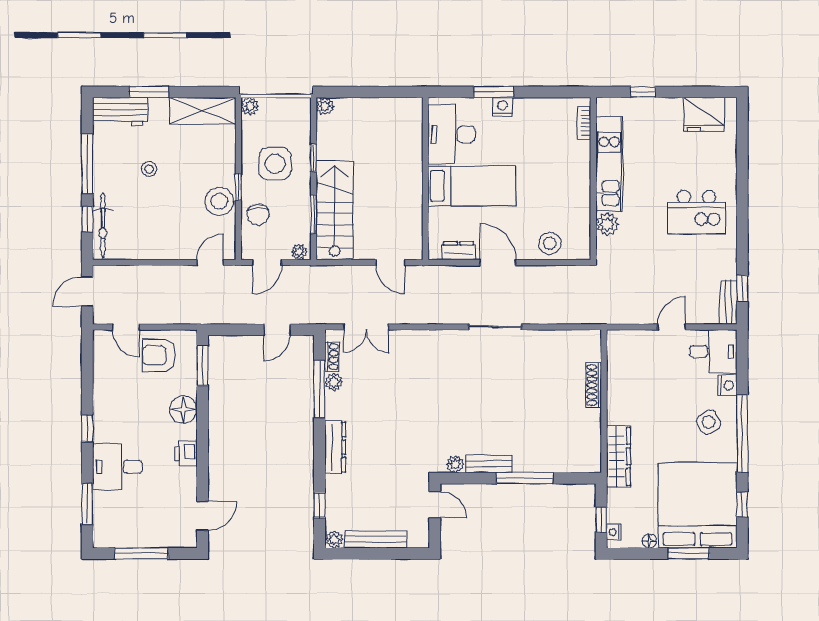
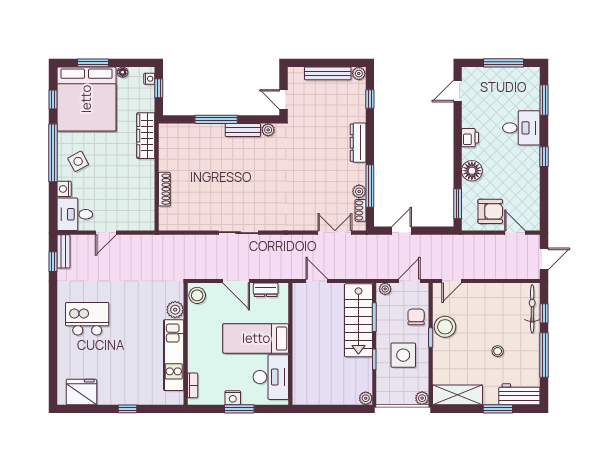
bookcase: (584, 123) -> (193, 385), moved
kitchen unit: (609, 164) -> (174, 355), moved
wall: (593, 179) -> (186, 344), moved
plant: (607, 224) -> (175, 310), moved

